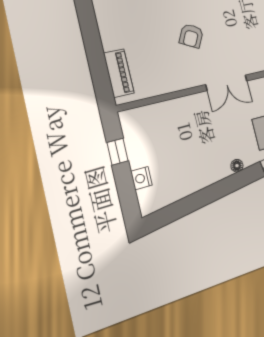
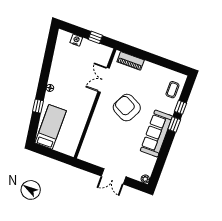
armchair: (191, 36) -> (127, 108), width x1.88, depth x1.88
double door: (227, 83) -> (104, 80), moved

